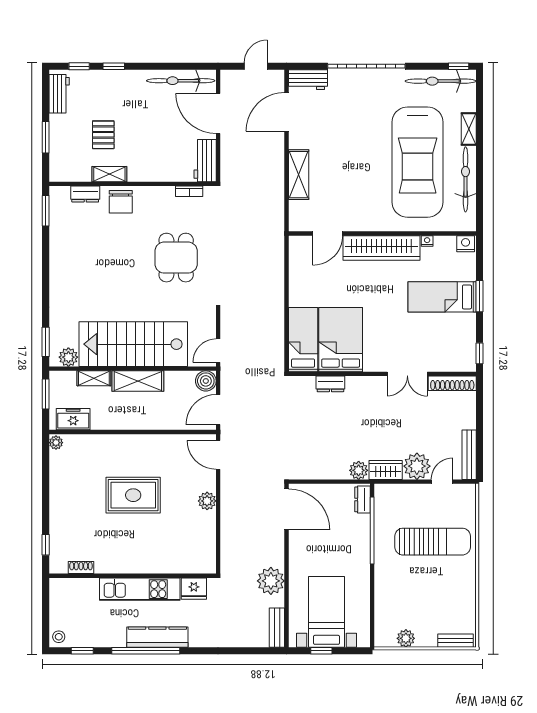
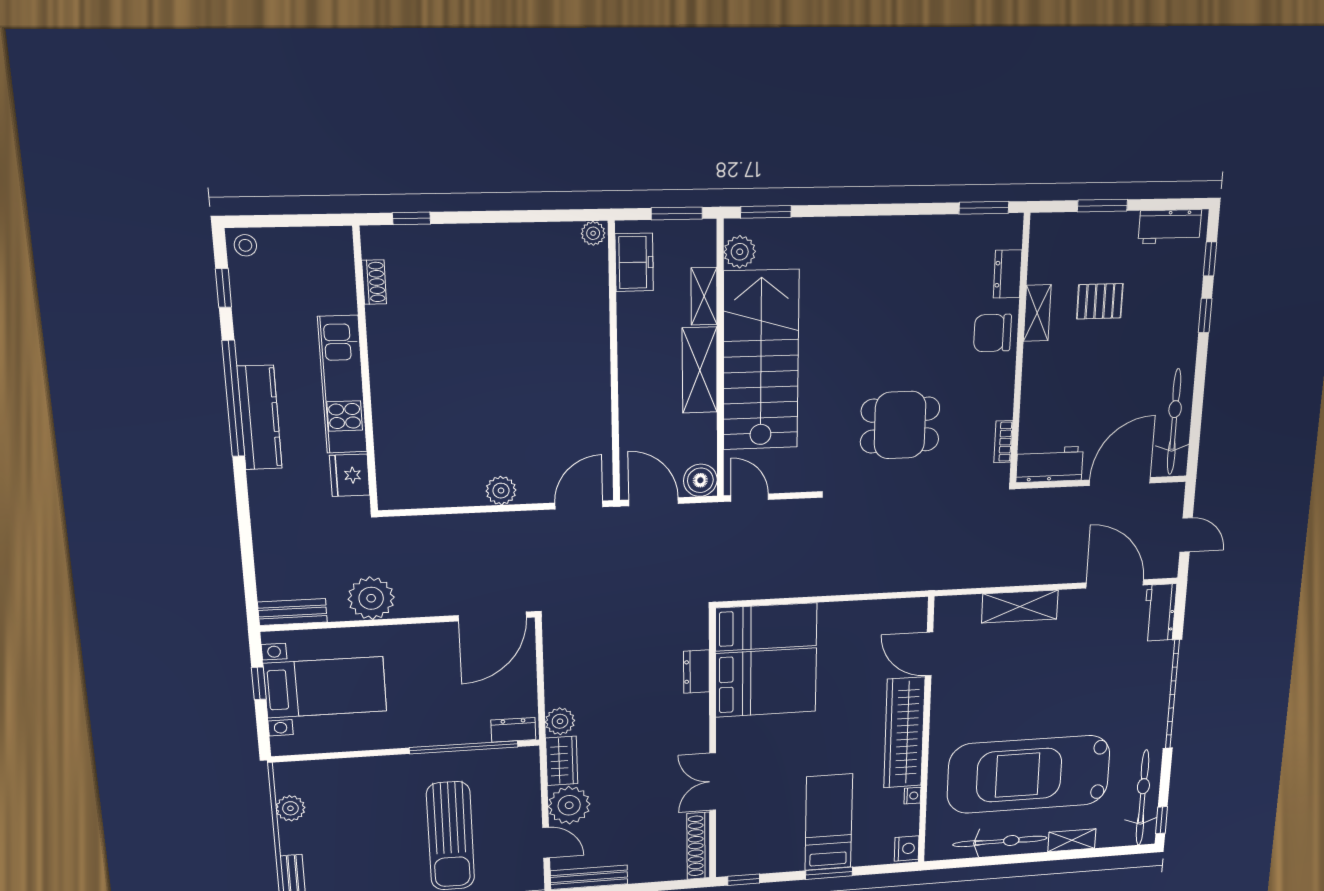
rug: (133, 495) -> (506, 368), removed

